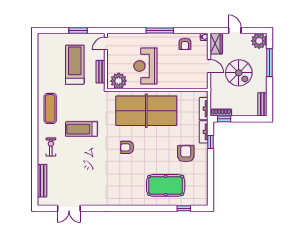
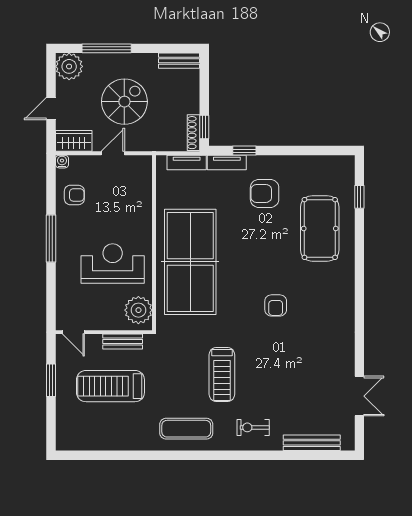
reception desk: (145, 66) -> (113, 264), turned 180
armchair: (127, 147) -> (276, 305), moved

